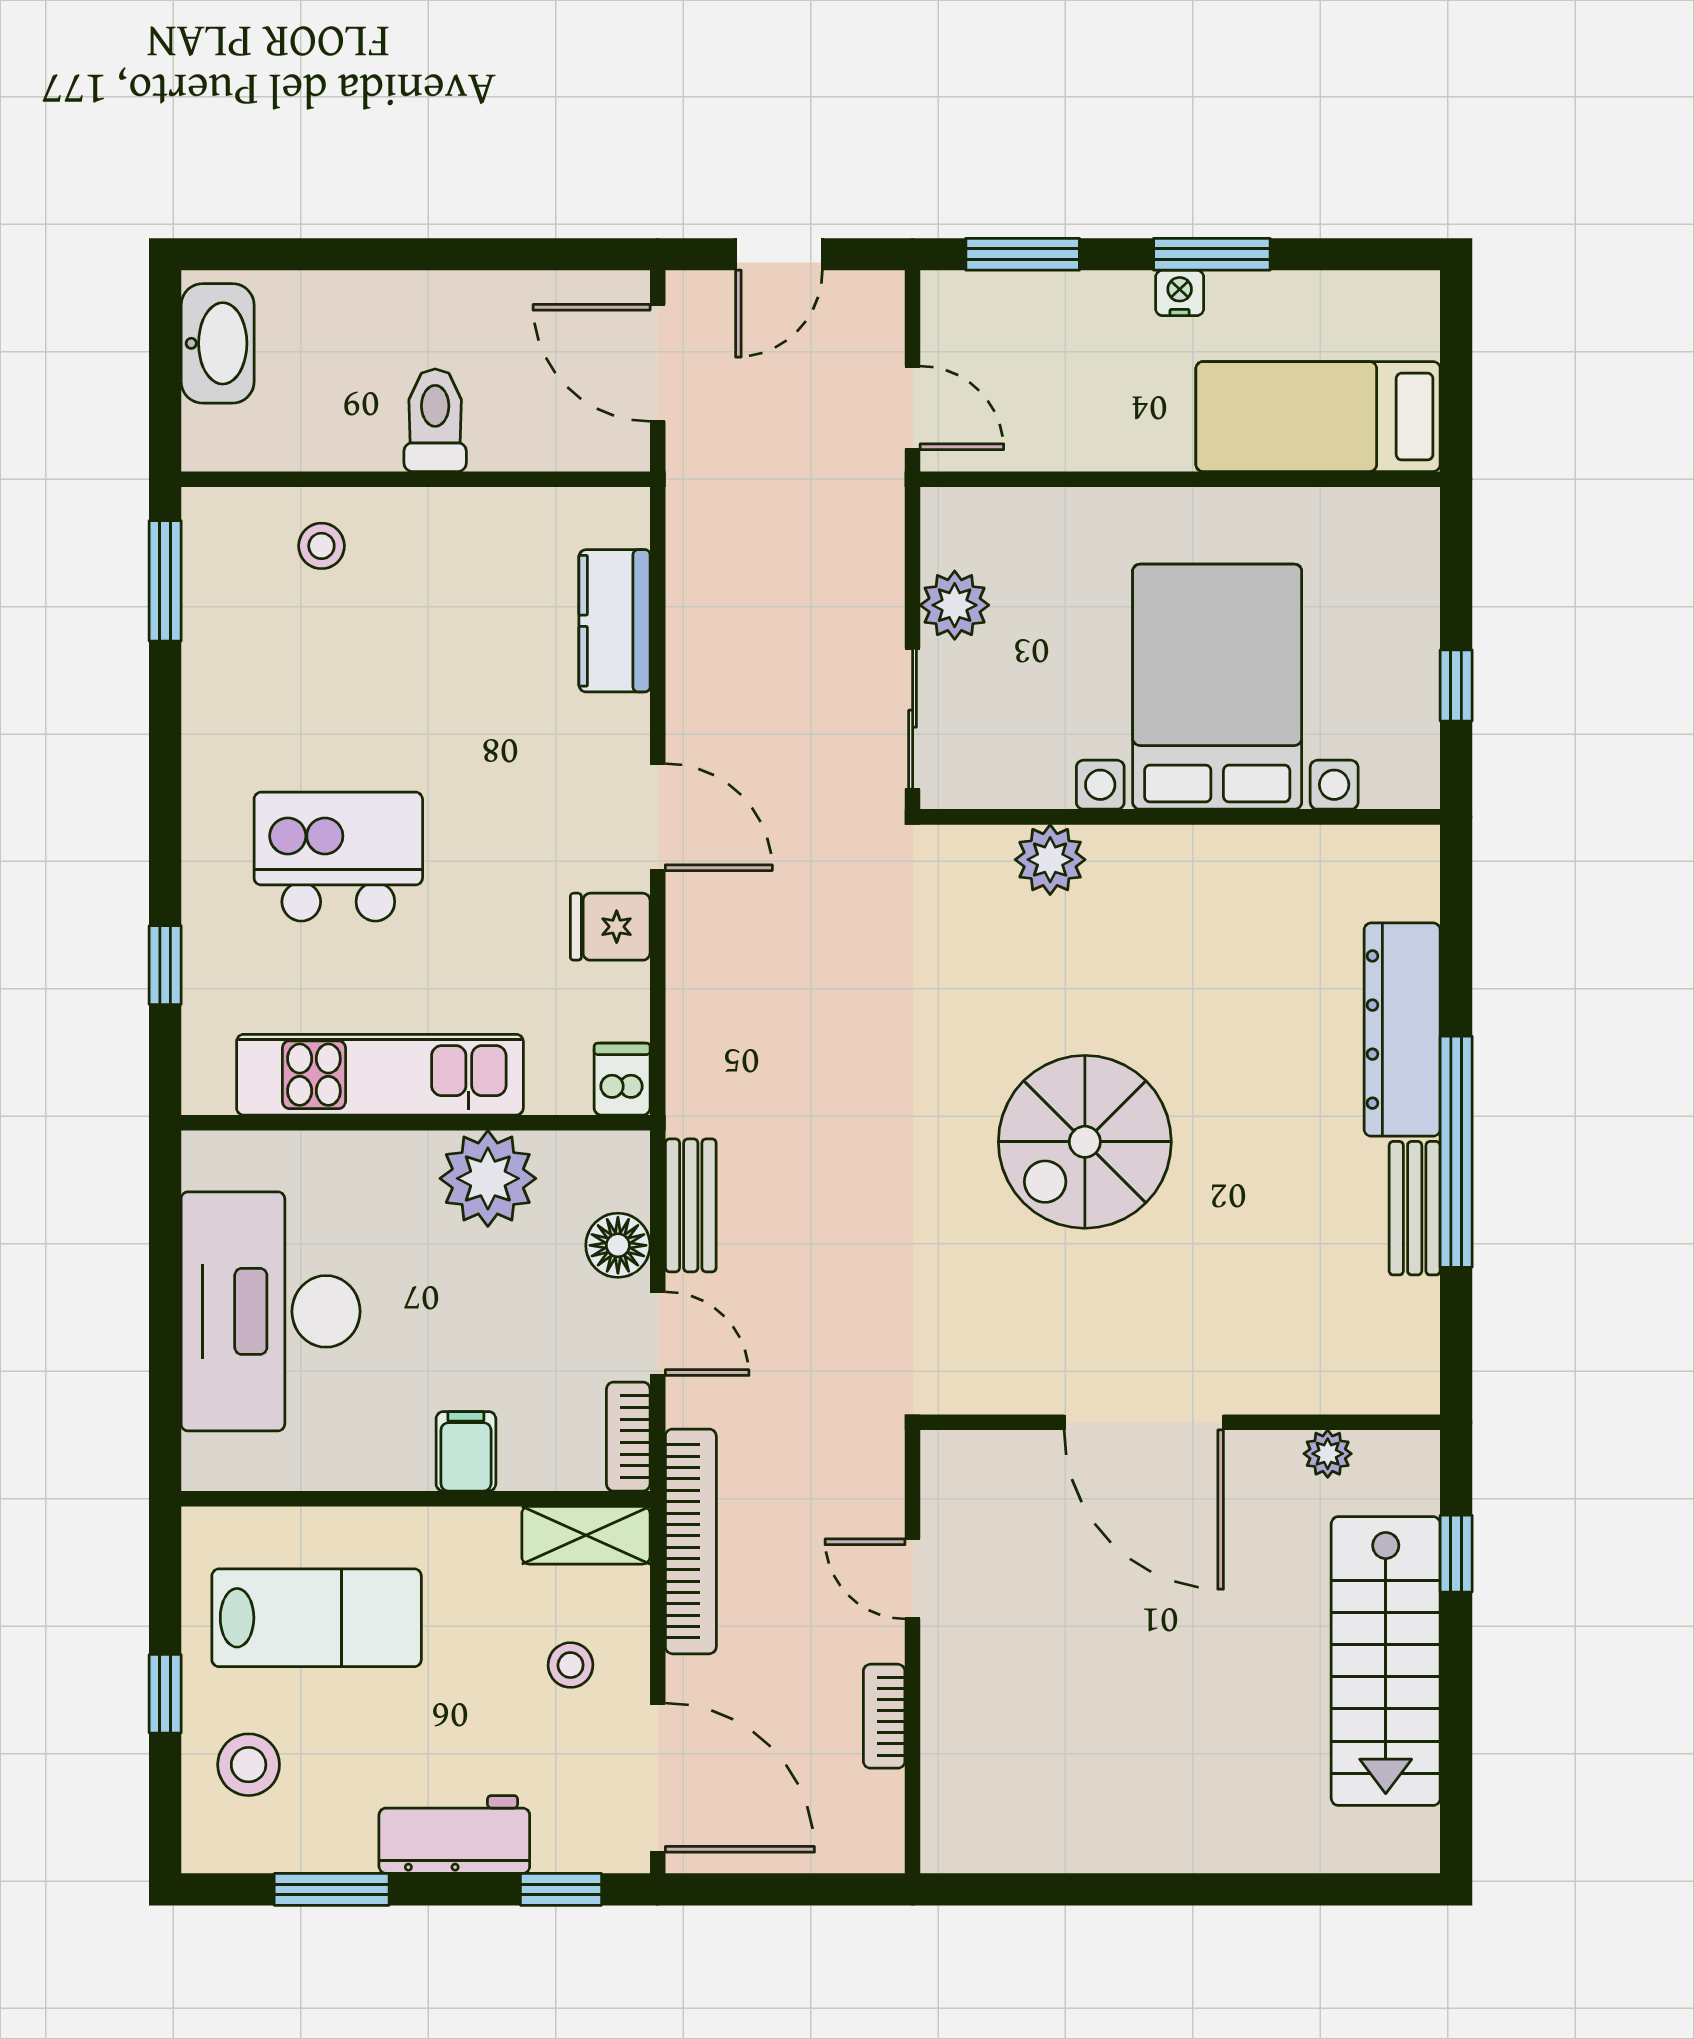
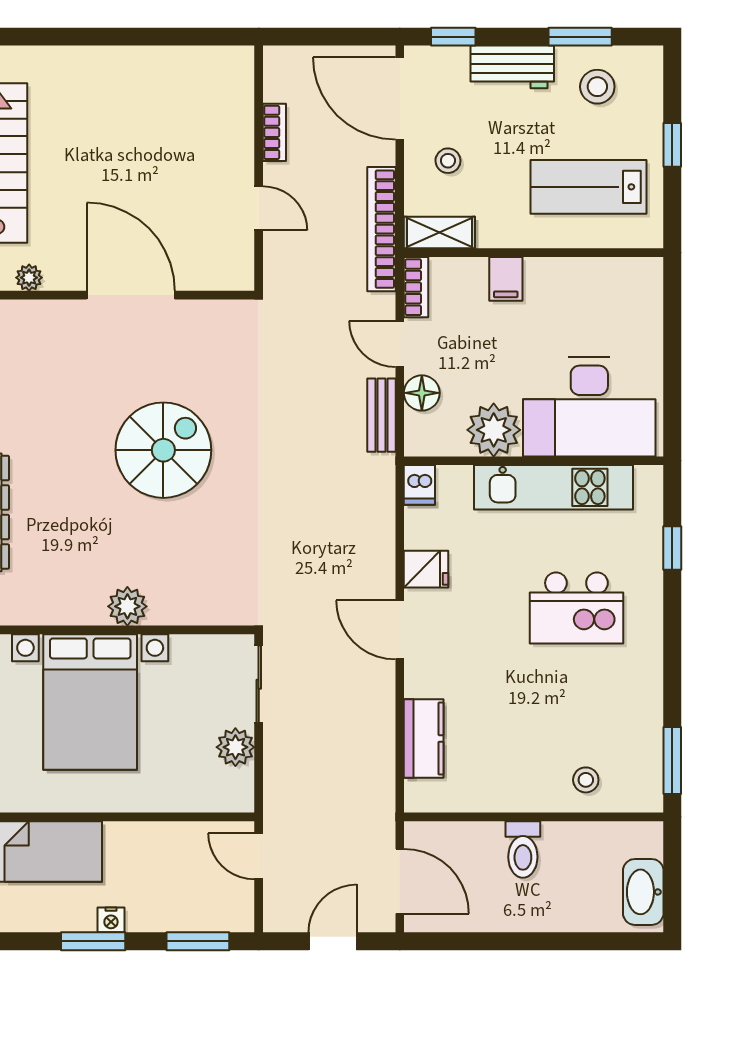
plant: (1050, 860) -> (127, 606), moved
desk: (271, 1311) -> (589, 407), moved, turned 90
stool: (249, 1765) -> (597, 87), moved

